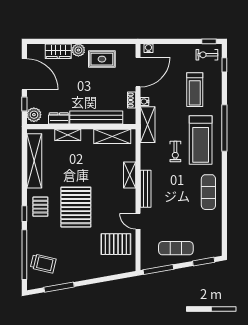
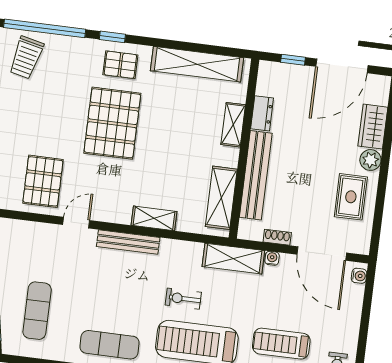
plant: (34, 115) -> (273, 73), removed
pallet: (76, 207) -> (112, 123), turned 90
exercise mat: (176, 248) -> (37, 311), moved

